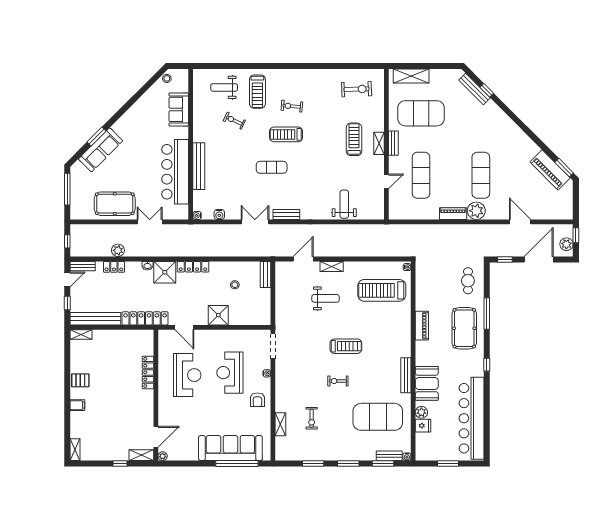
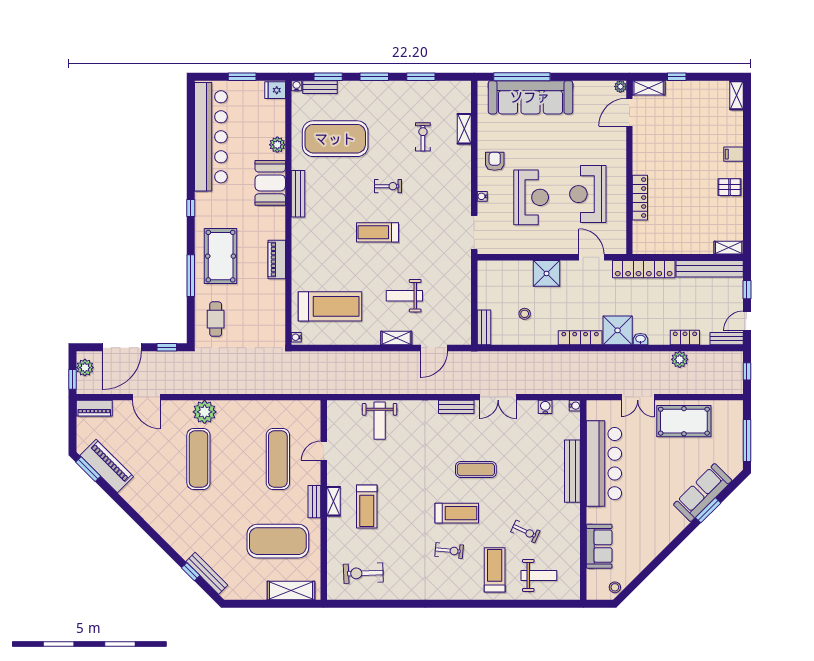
piano: (453, 214) -> (94, 408), moved
fridge: (423, 426) -> (275, 90), moved

